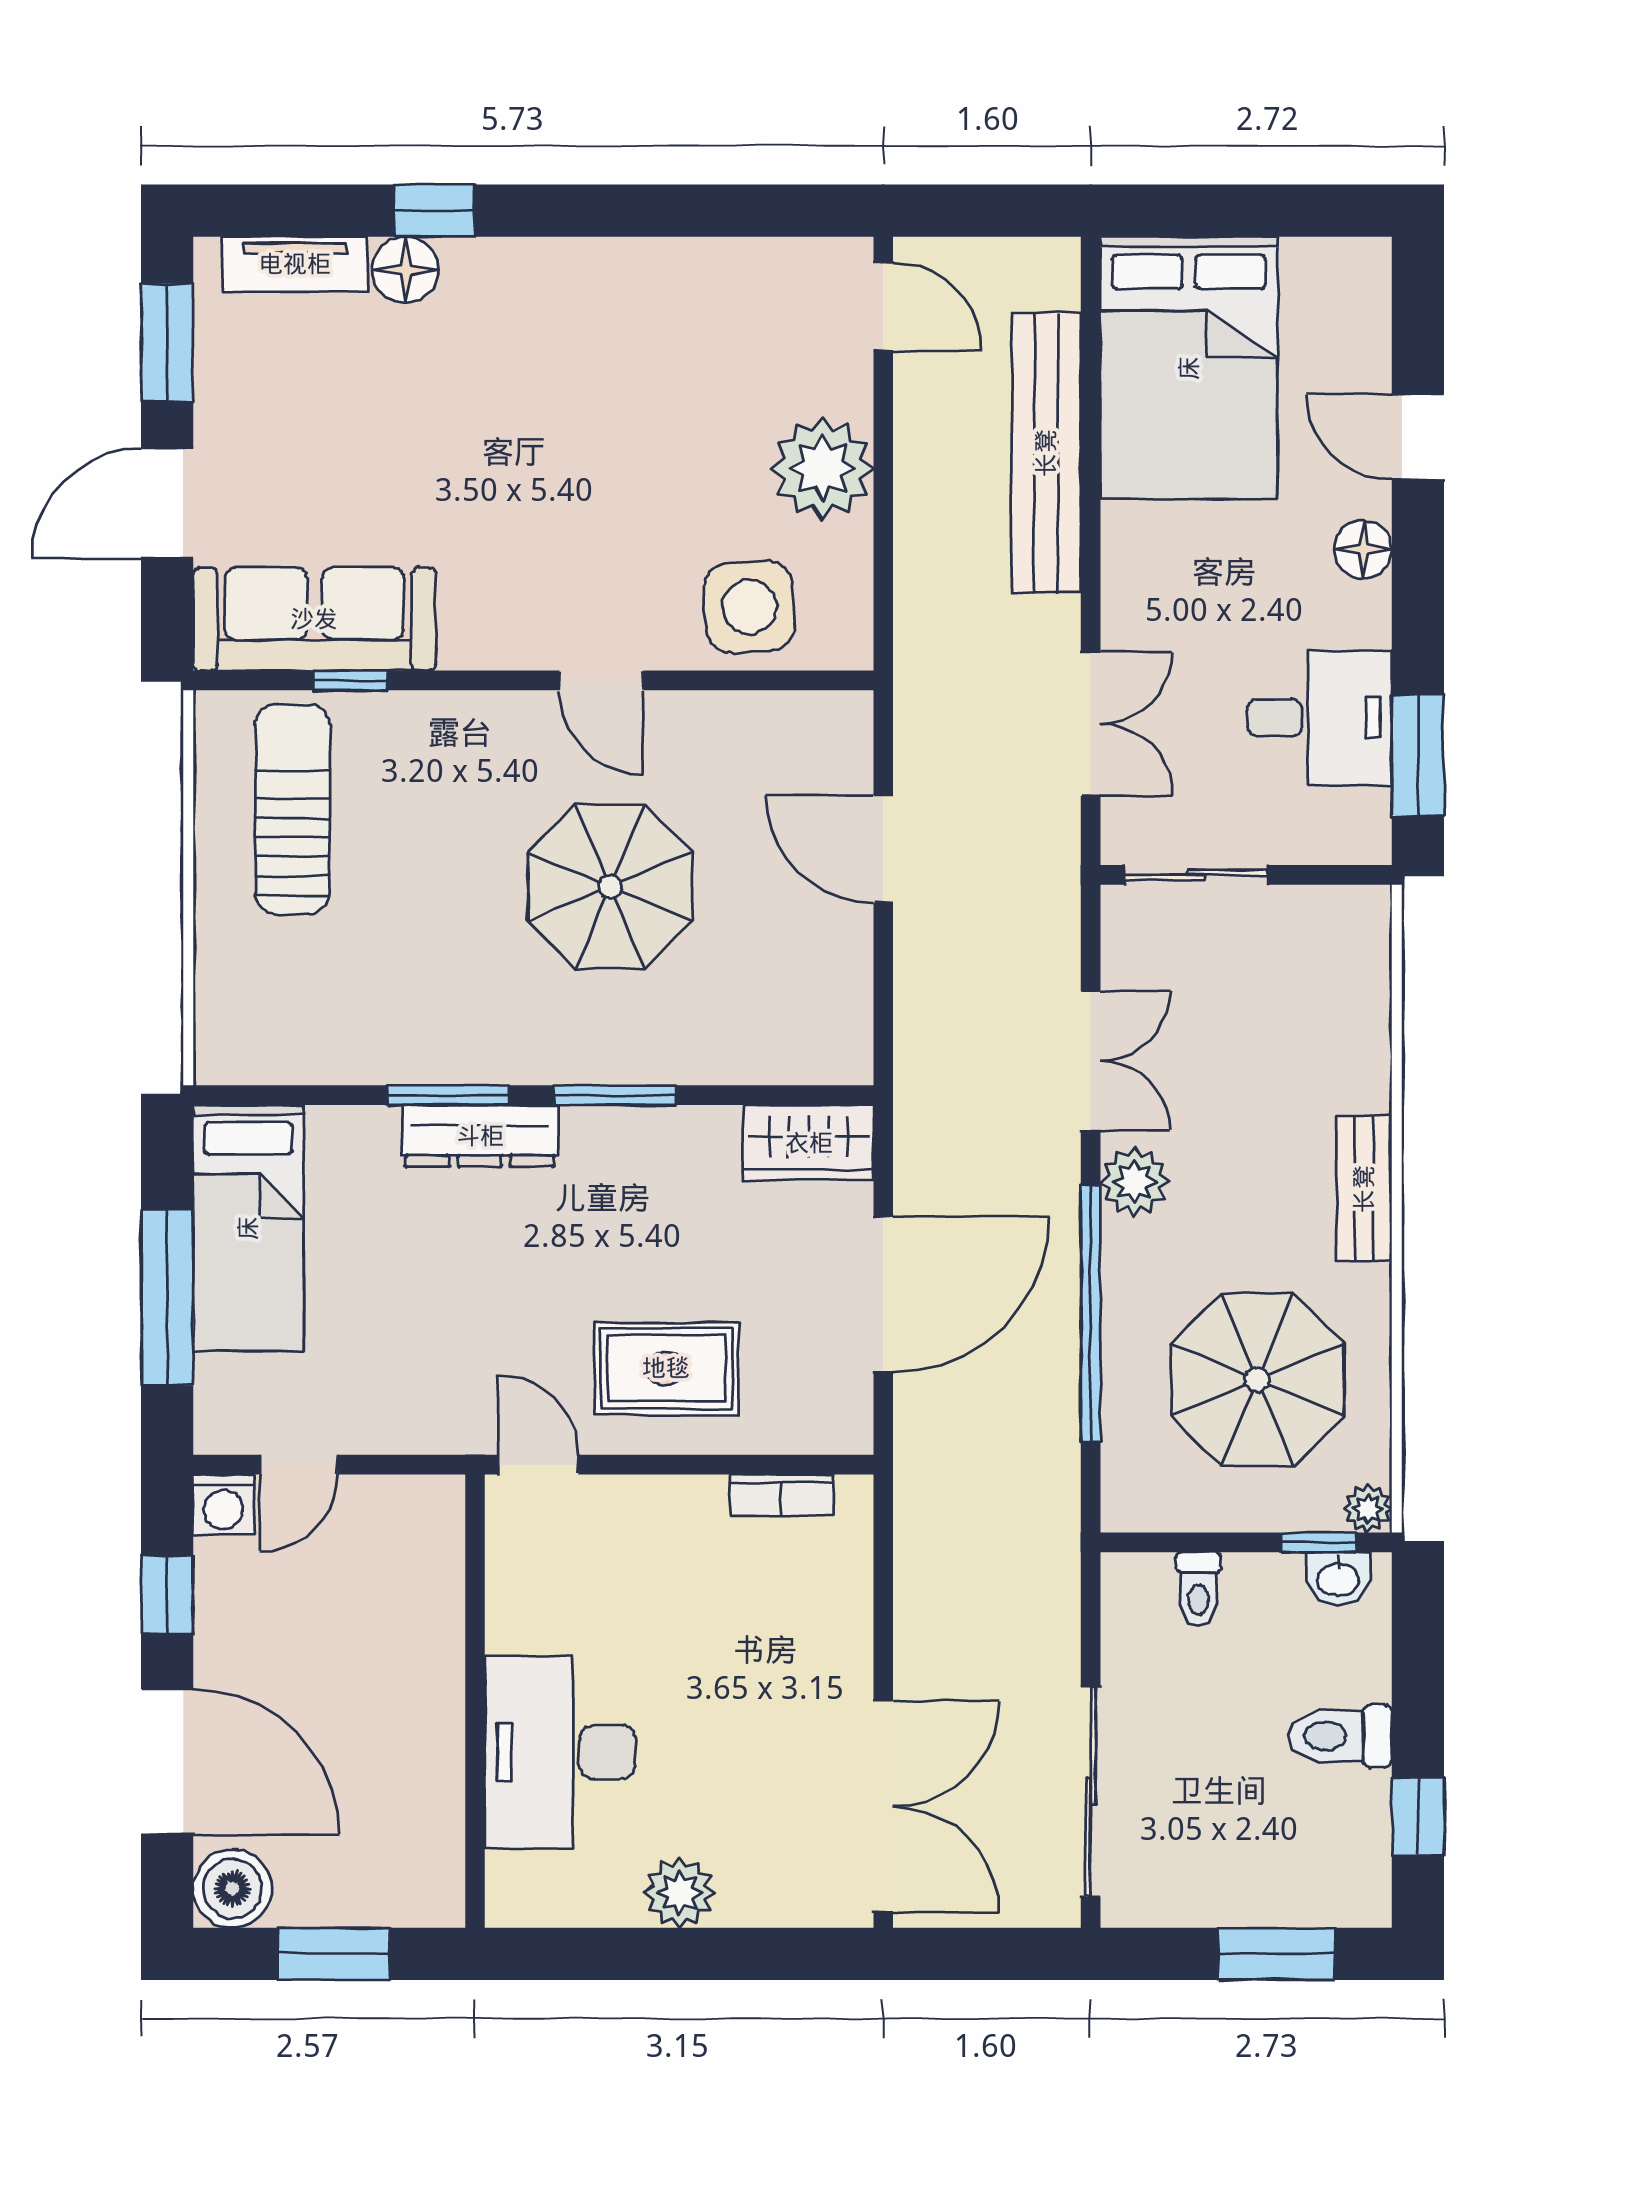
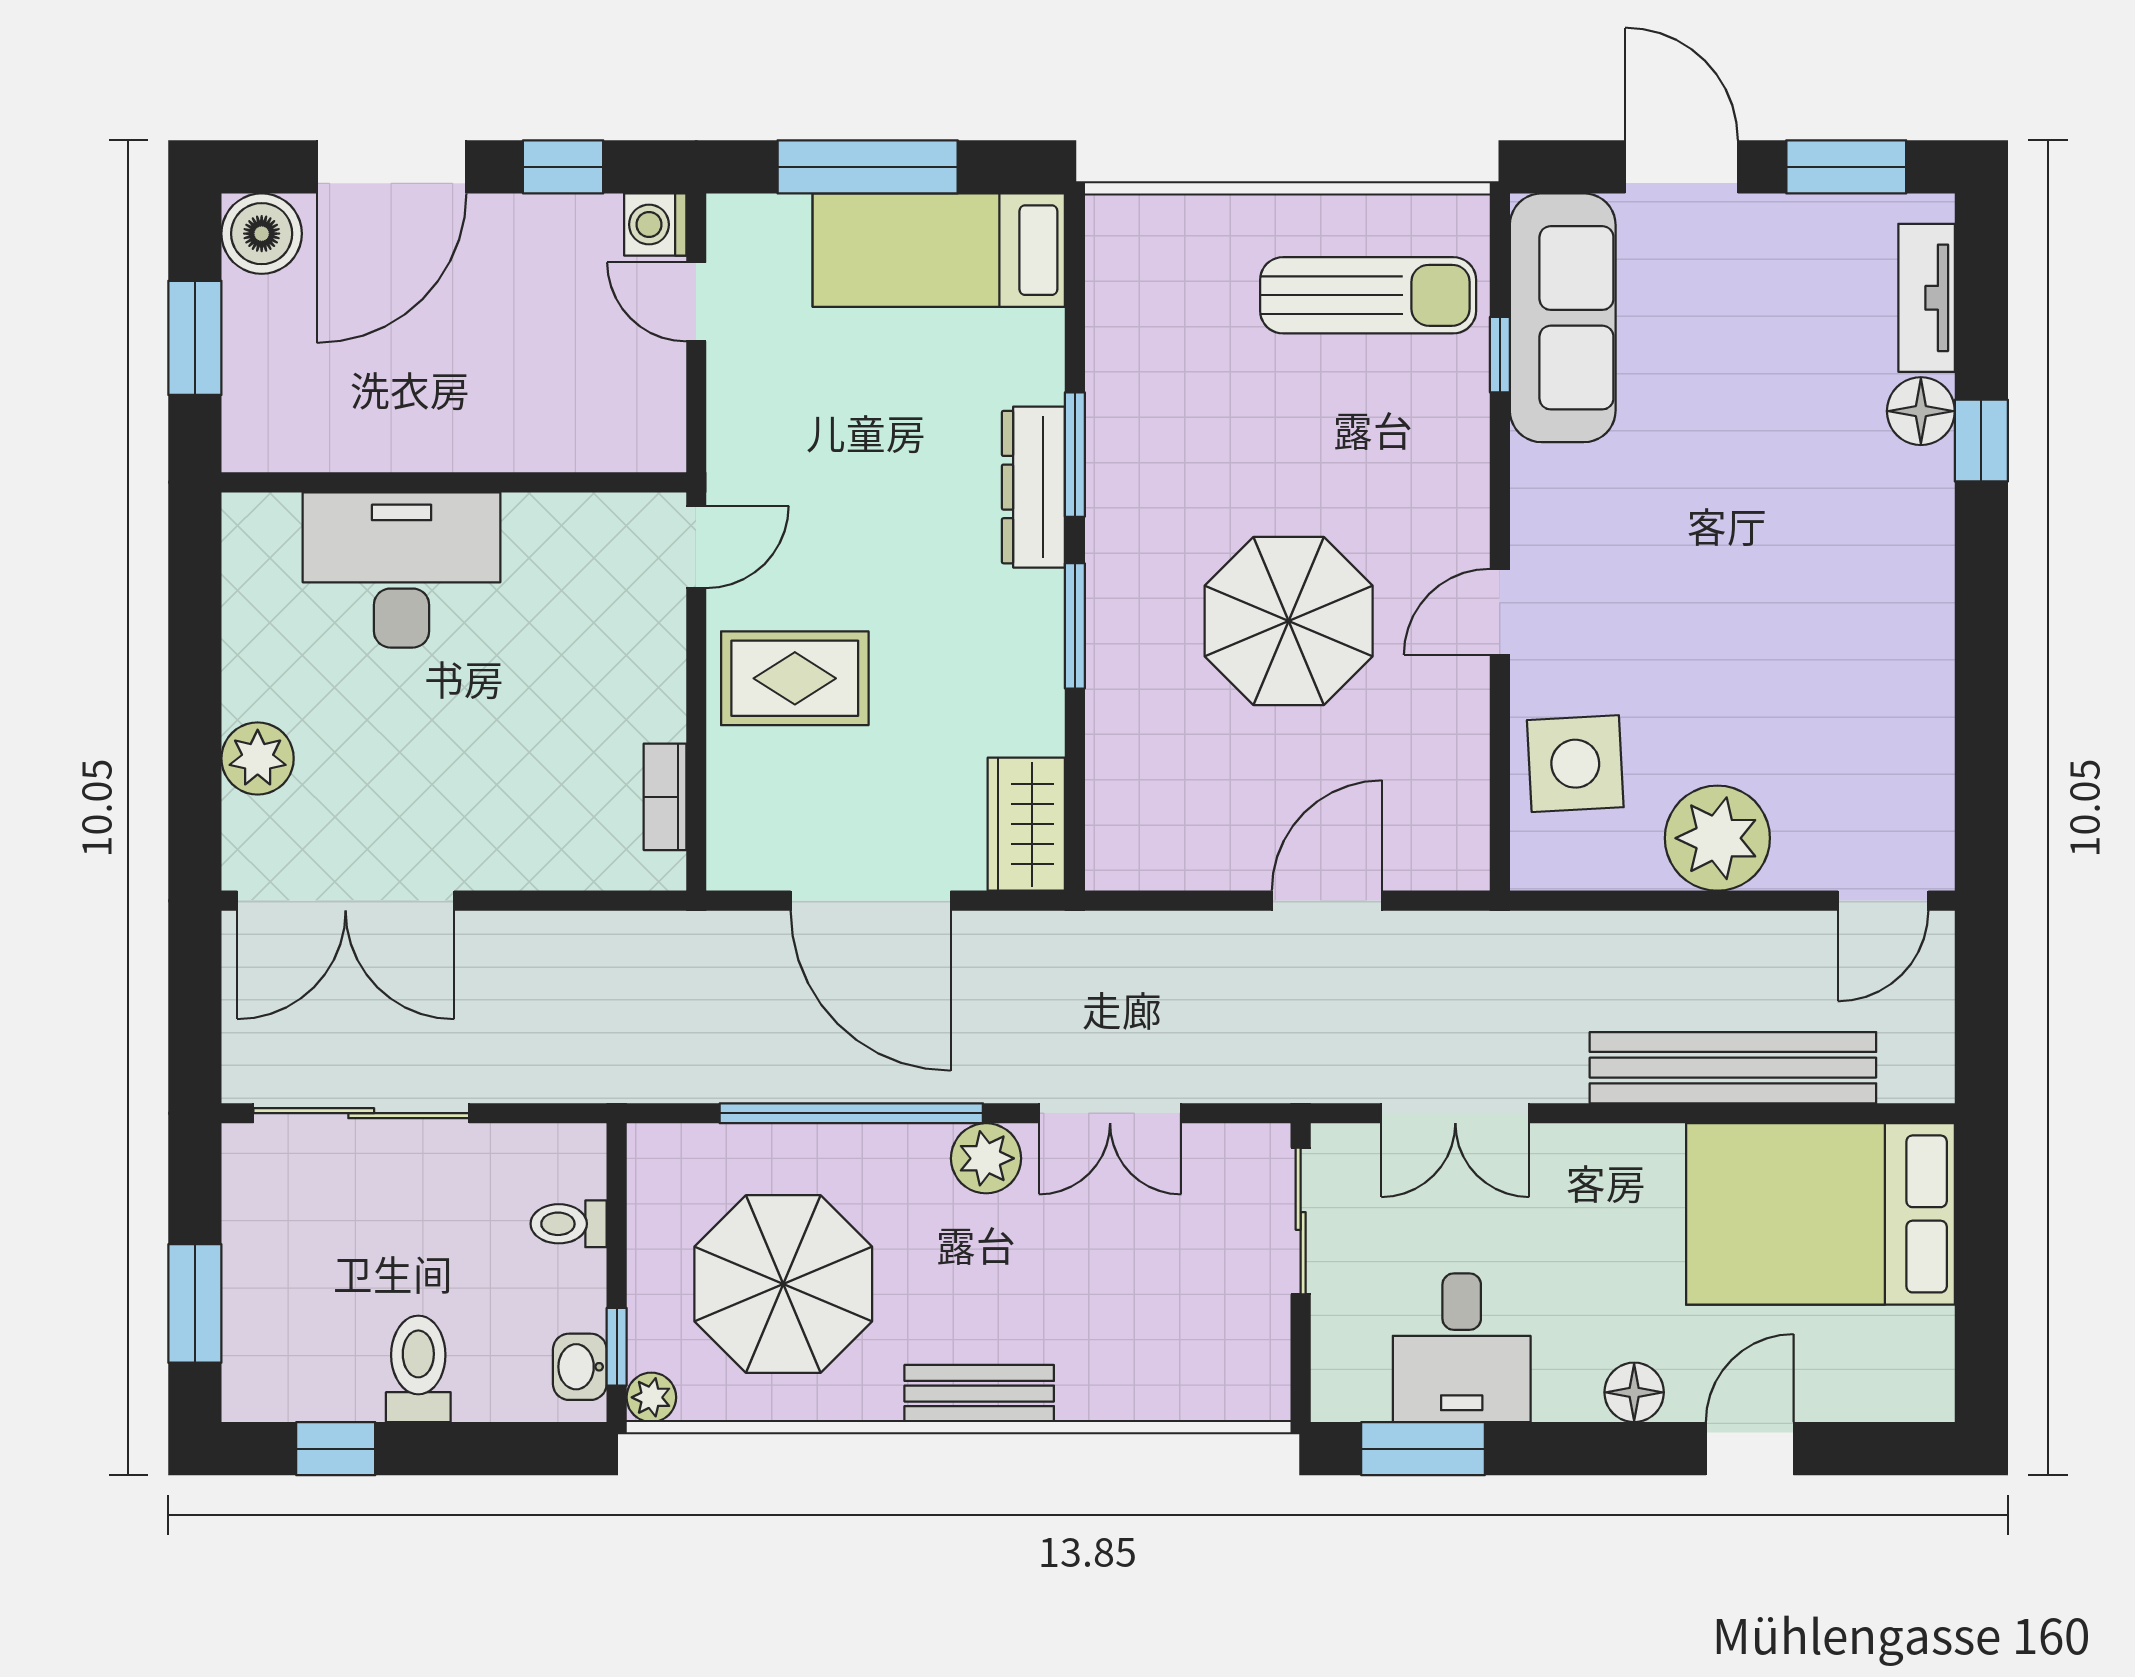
rug: (666, 1368) -> (795, 678), turned 90
plant: (680, 1893) -> (258, 758), moved

